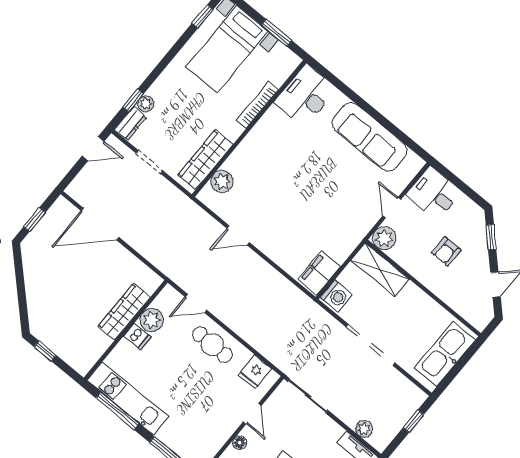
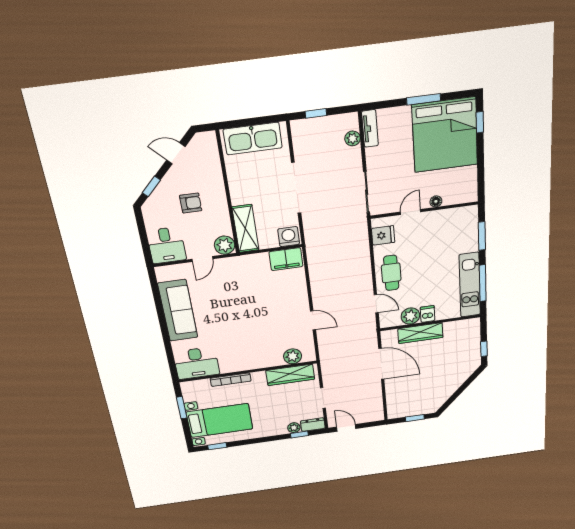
door: (100, 224) -> (381, 364), moved

